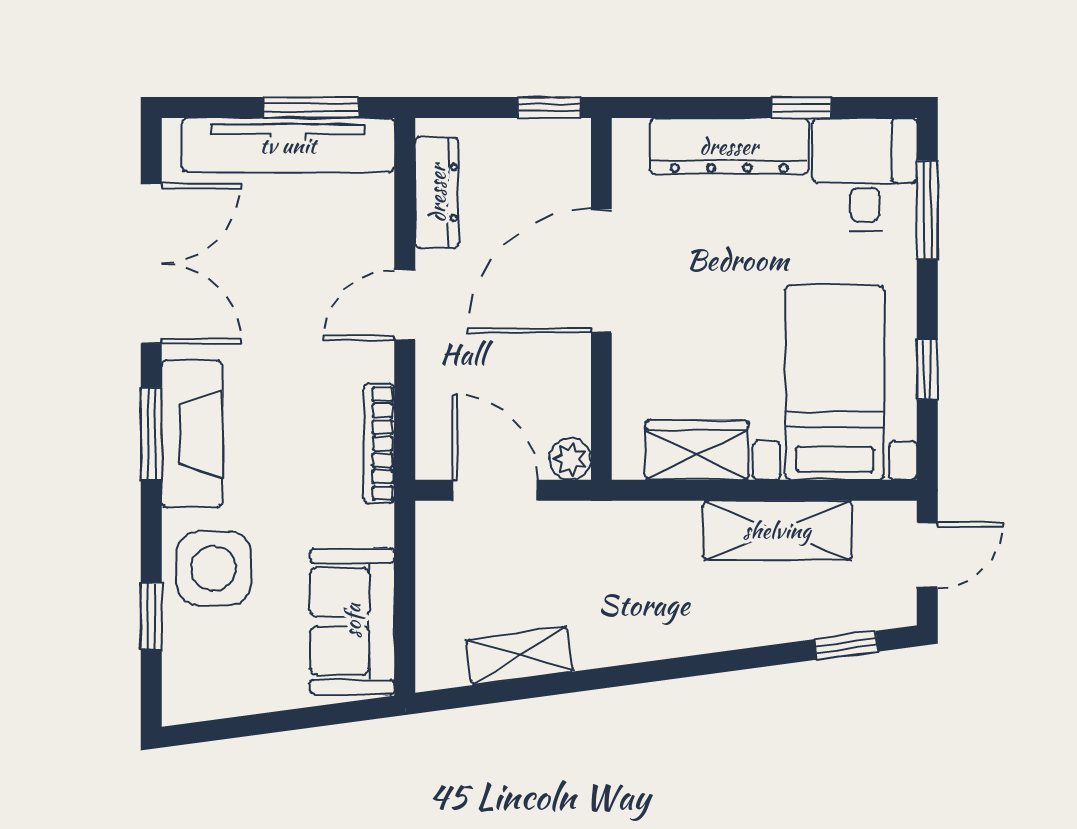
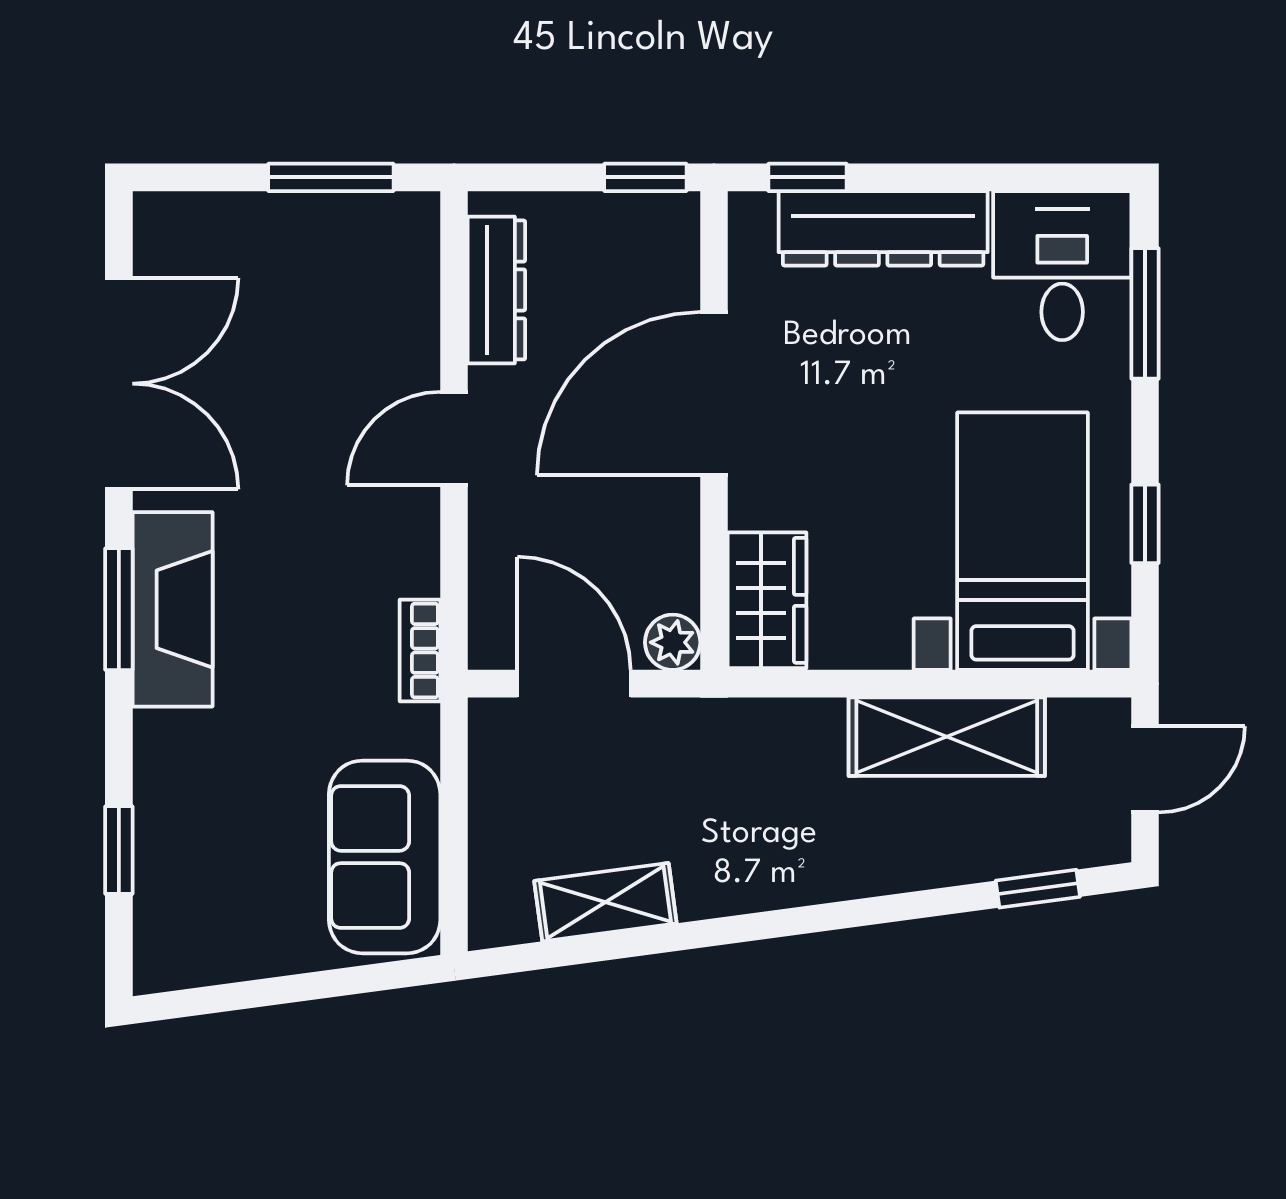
window: (802, 107) -> (808, 177), moved
tv unit: (288, 145) -> (300, 227), removed
bookcase: (379, 444) -> (420, 651), width x0.64
wardrobe: (697, 450) -> (767, 600), moved, turned 90
side table: (214, 568) -> (201, 787), removed

